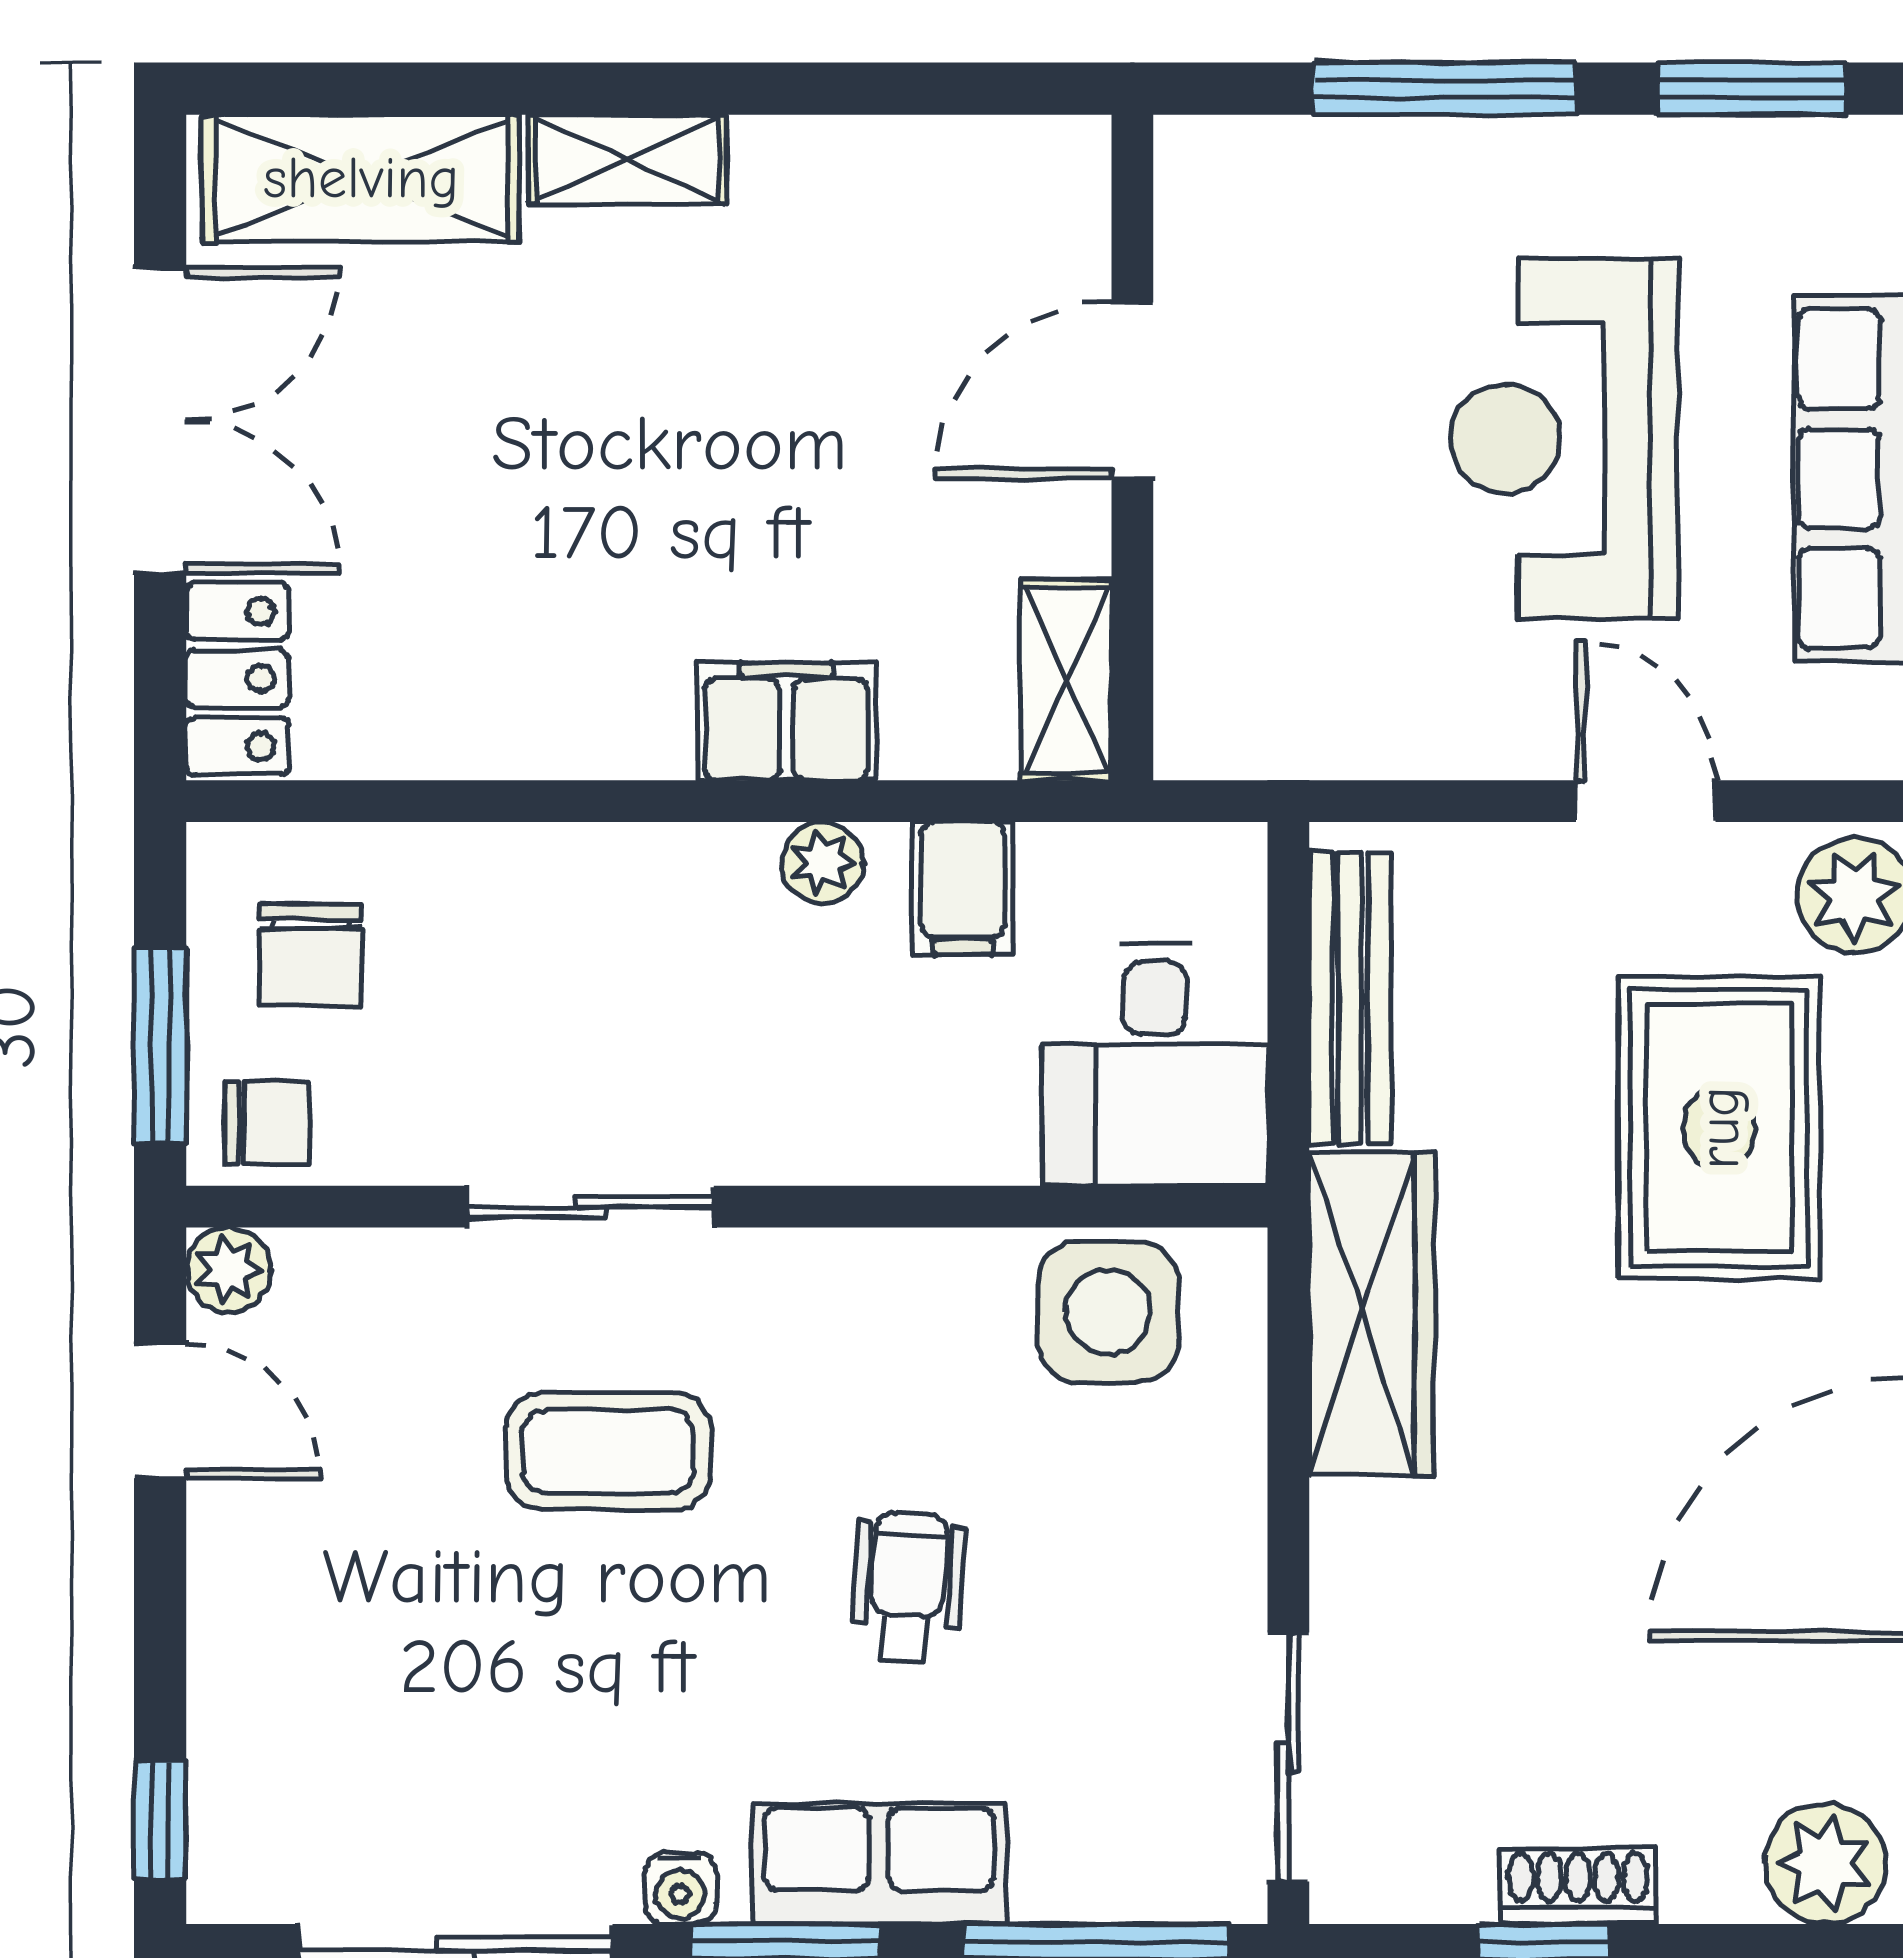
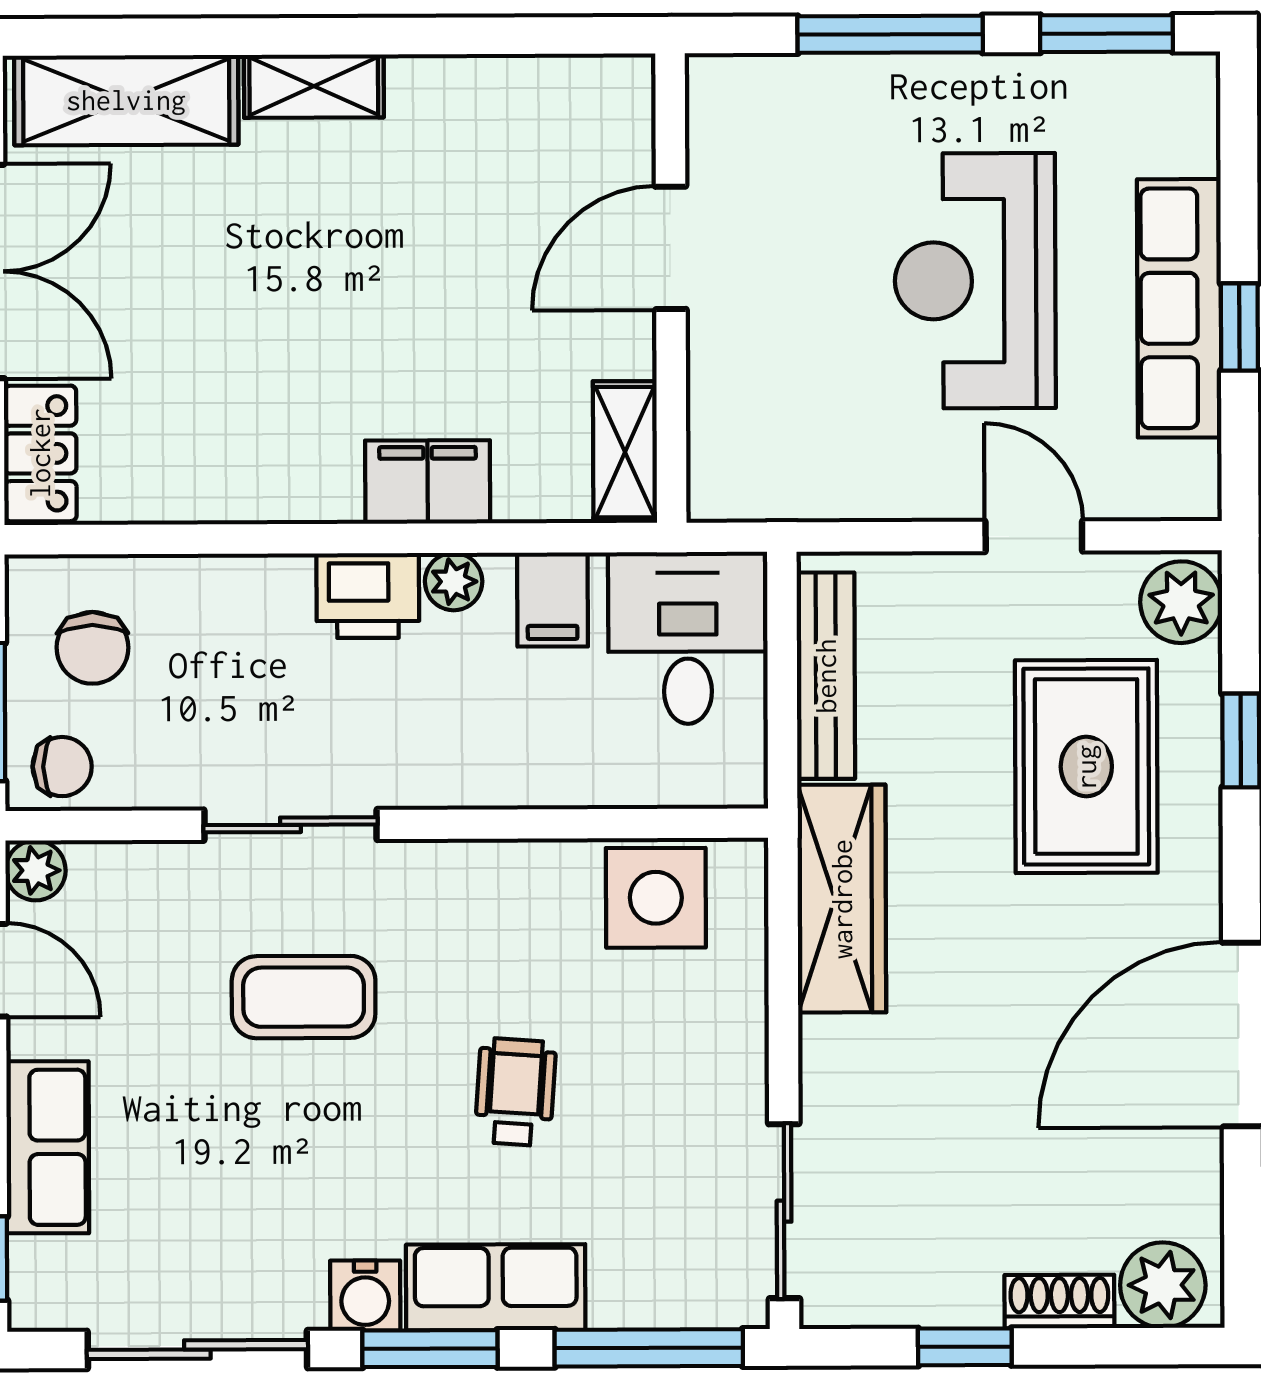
printer: (701, 882) -> (368, 596), added
desk: (1155, 1064) -> (688, 638), moved, turned 180
row of seats: (244, 1663) -> (48, 1147), added
shoe rack: (1578, 1886) -> (1059, 1301), moved
water cooler: (680, 1888) -> (365, 1296), width x1.38, depth x1.38

